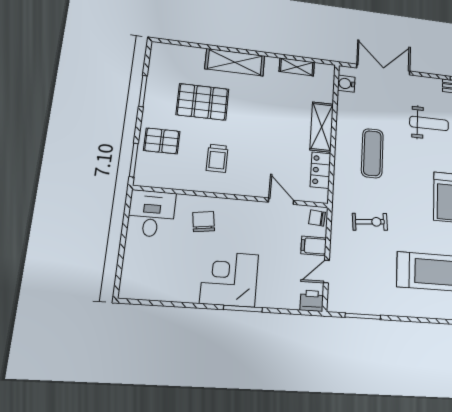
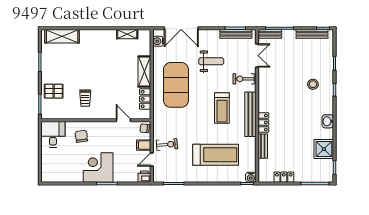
shelving: (235, 62) -> (62, 36), moved
double door: (383, 69) -> (181, 28), swing flipped
pallet: (203, 102) -> (74, 64), removed
exercise mat: (372, 153) -> (176, 85), width x2.00, depth x1.45
exercise bike: (370, 222) -> (167, 145), moved

